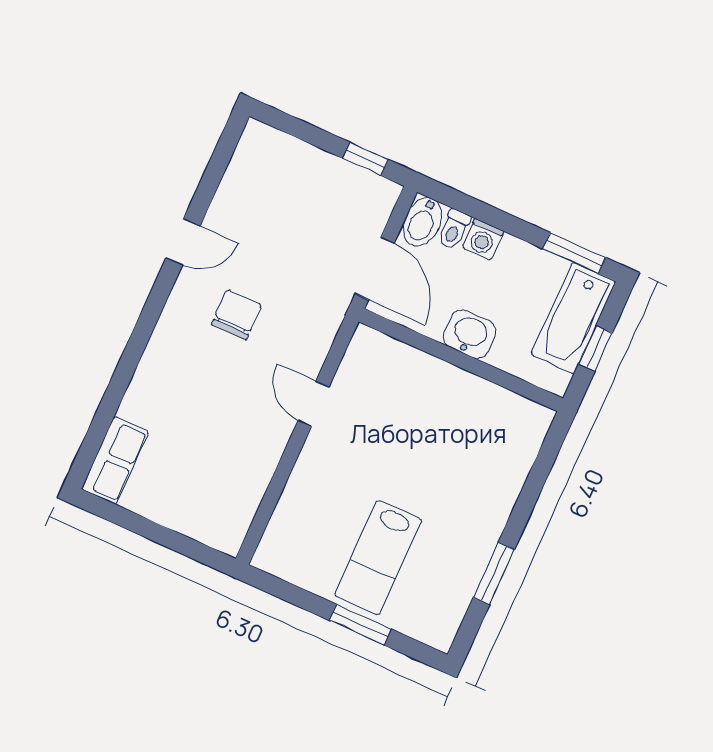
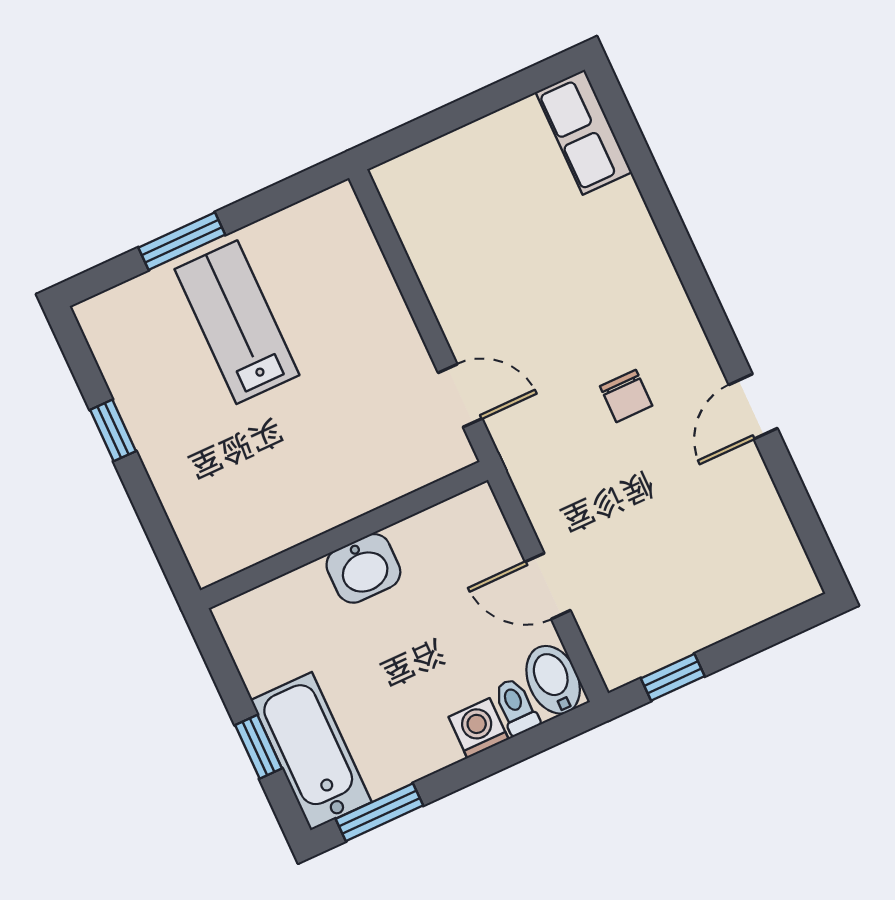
door: (375, 268) -> (548, 586), width x0.73
chair: (236, 315) -> (626, 396), width x0.73, depth x0.73
washbasin: (470, 334) -> (363, 568), moved
wall: (461, 360) -> (344, 535), moved
window: (494, 574) -> (113, 430), width x0.67

